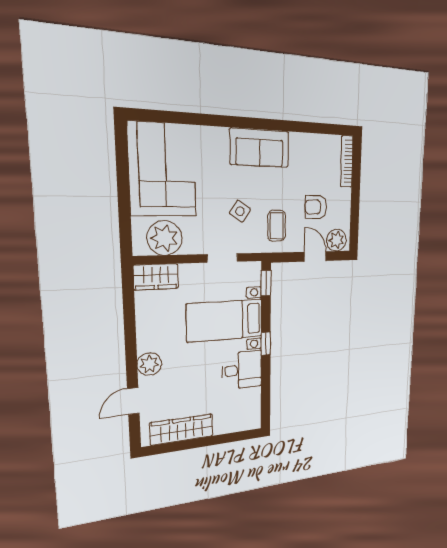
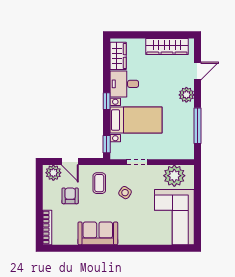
sofa: (260, 148) -> (98, 233), moved
armchair: (316, 207) -> (70, 196), turned -90
wardrobe: (156, 277) -> (118, 56), moved, turned 90
window: (129, 319) -> (198, 126), added

